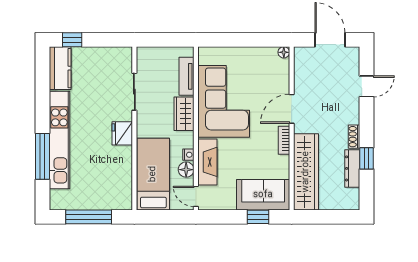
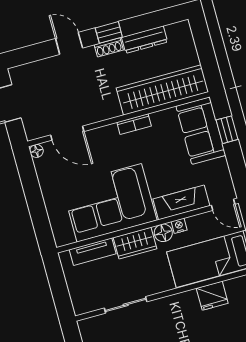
door: (366, 86) -> (69, 43), moved
door: (292, 109) -> (67, 133), moved
fridge: (122, 133) -> (212, 296), moved
window: (366, 158) -> (109, 32), moved
floor lamp: (186, 170) -> (163, 233), moved
door: (196, 196) -> (223, 205), hinge flipped

